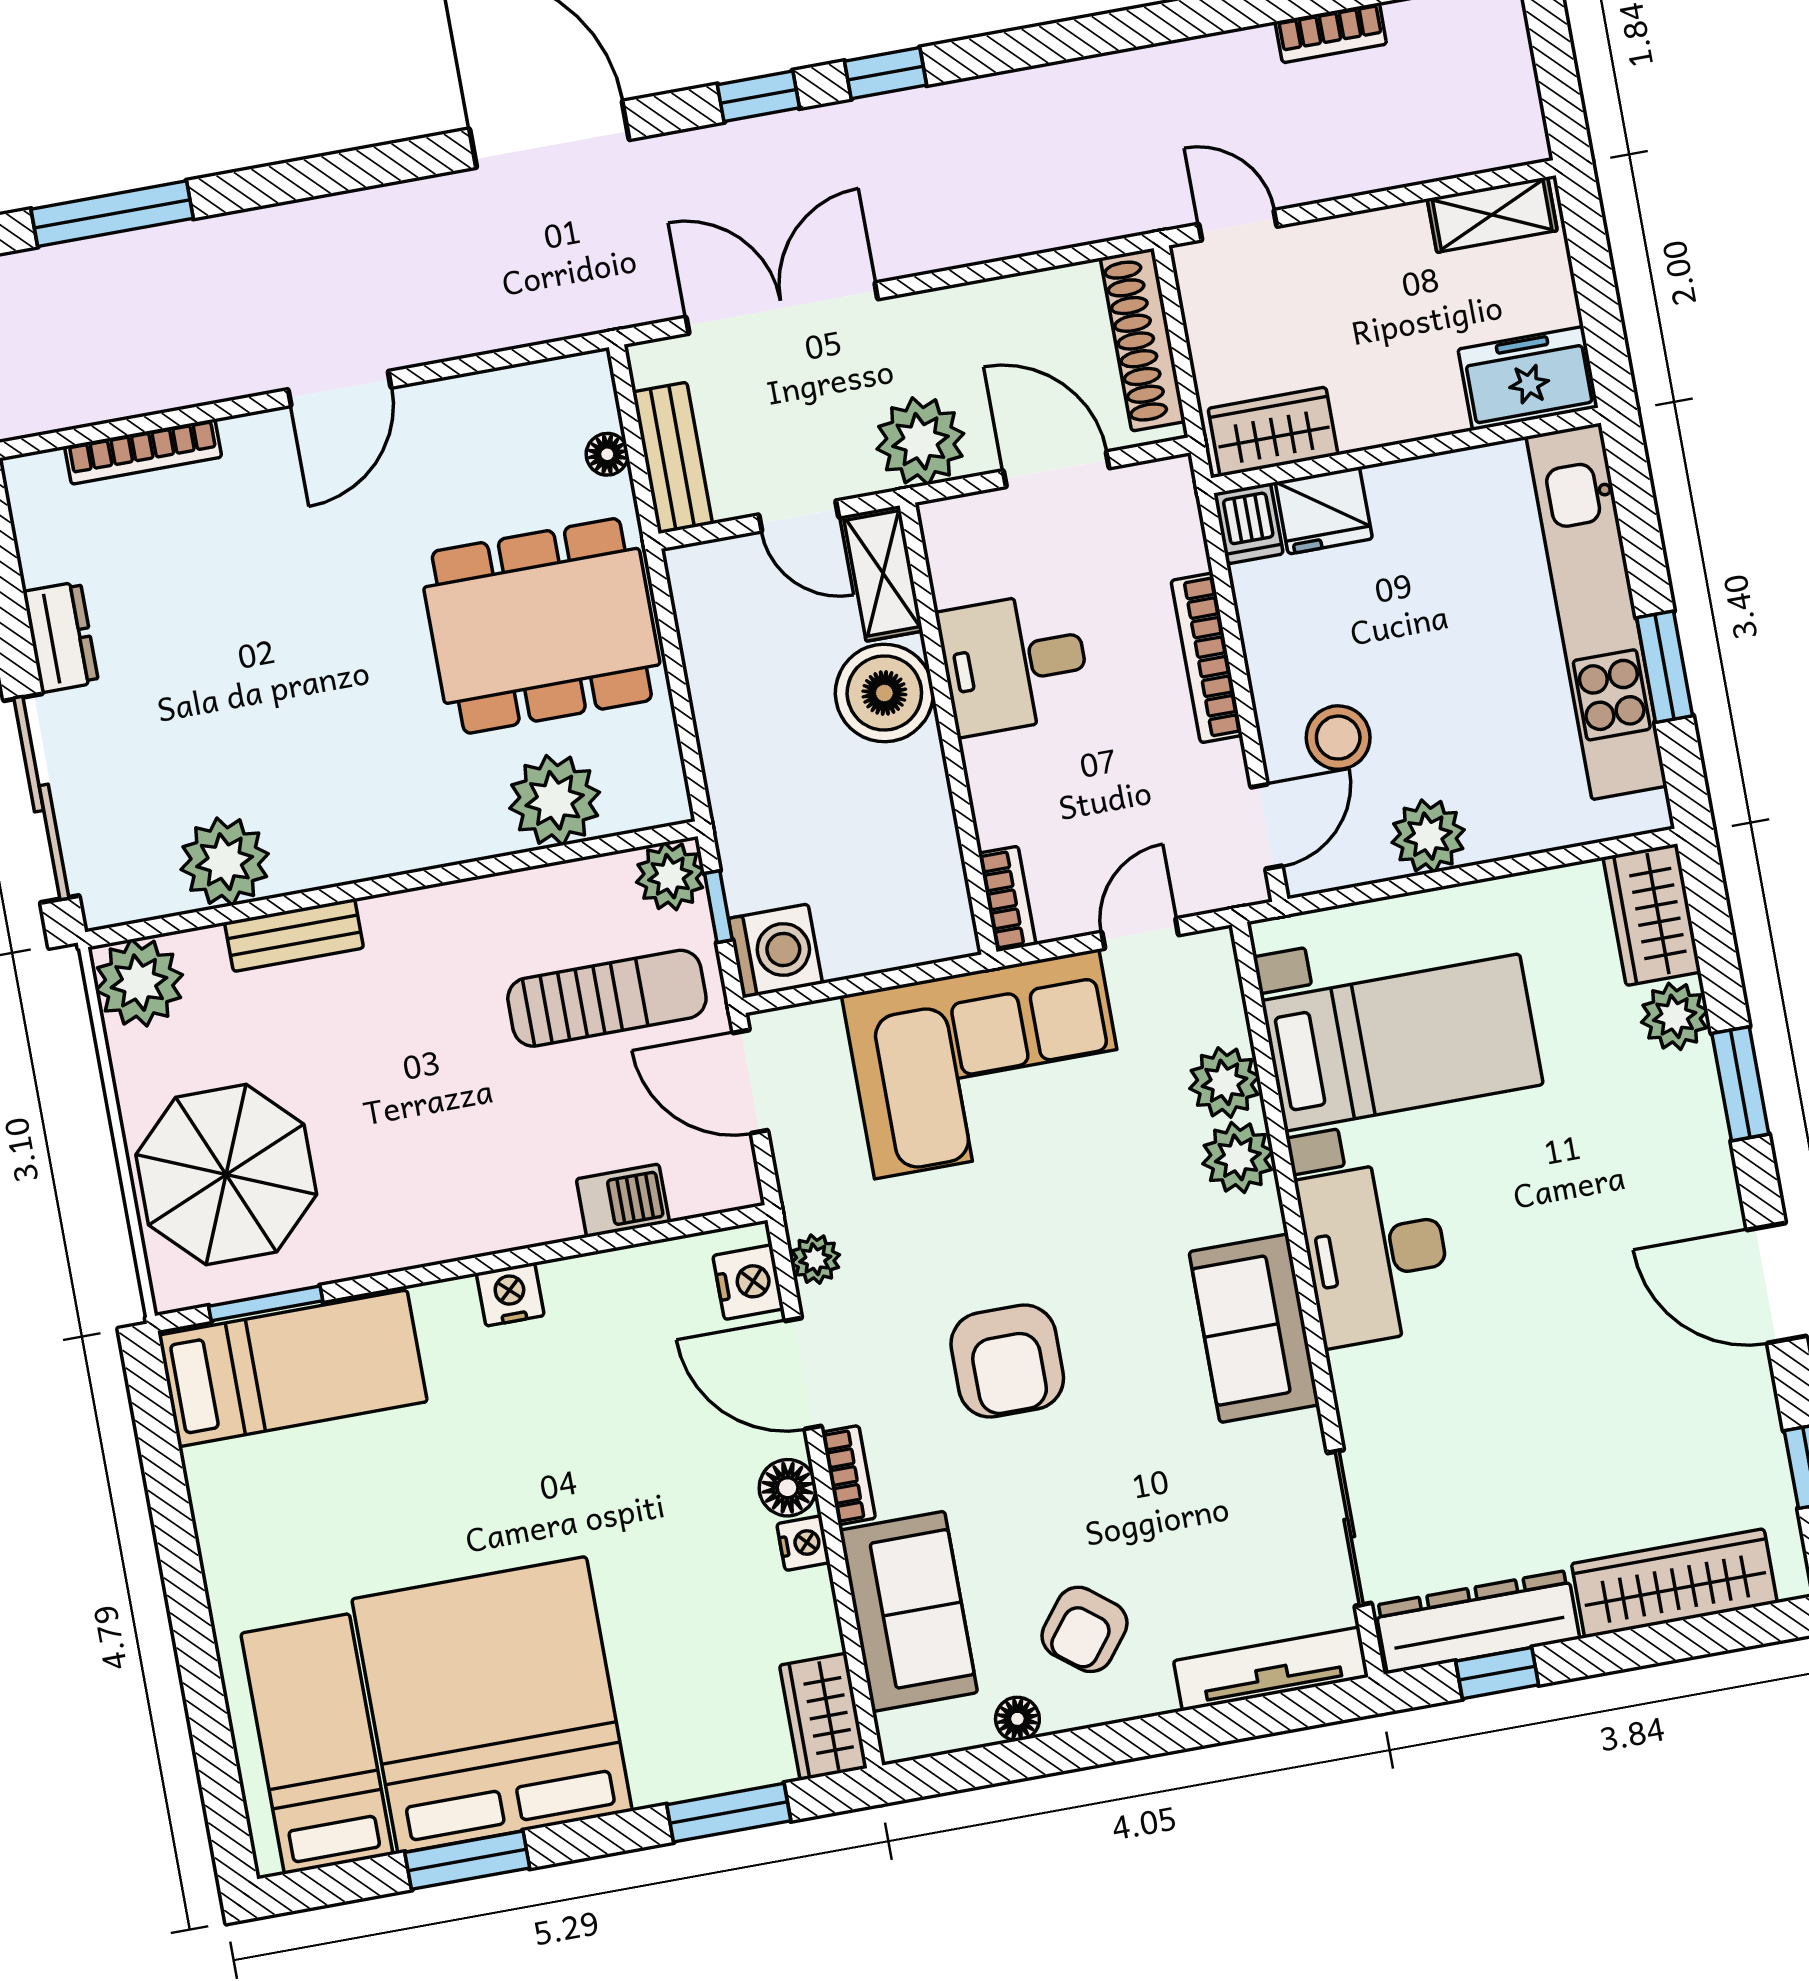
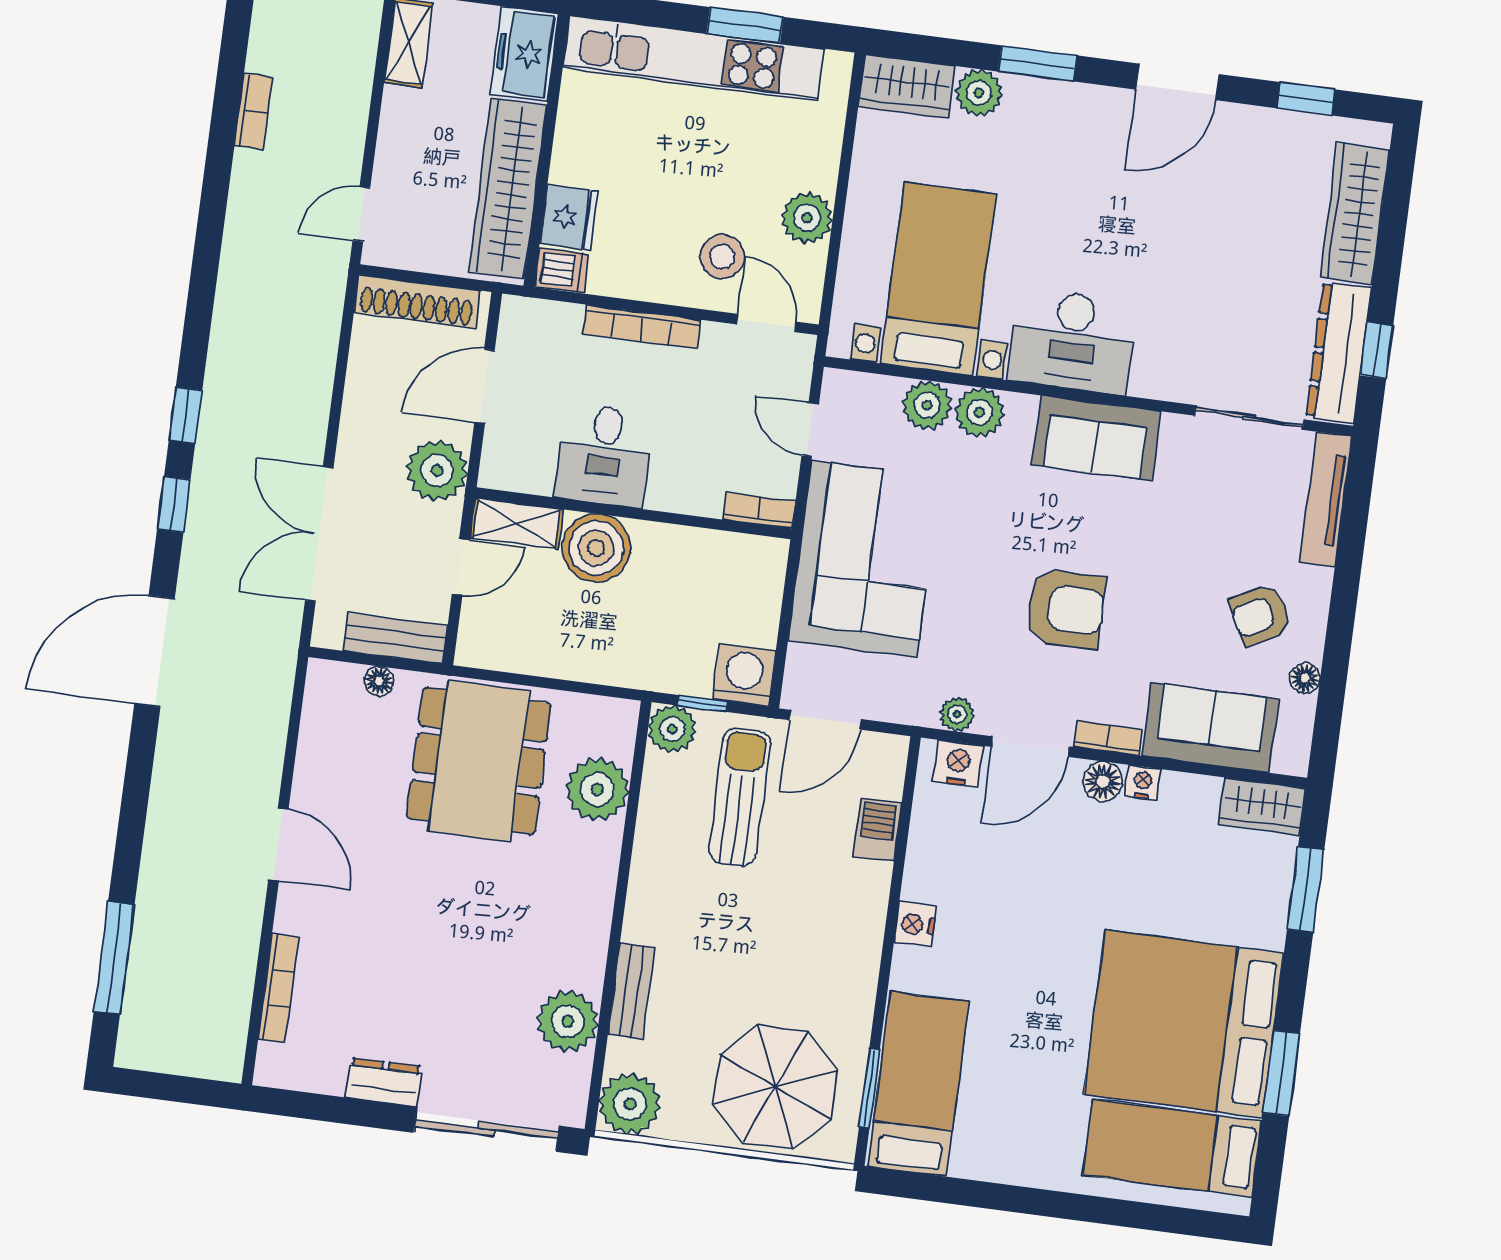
wardrobe: (1273, 432) -> (508, 189), width x2.10, depth x1.17
armchair: (1084, 1629) -> (1260, 615), turned 114

